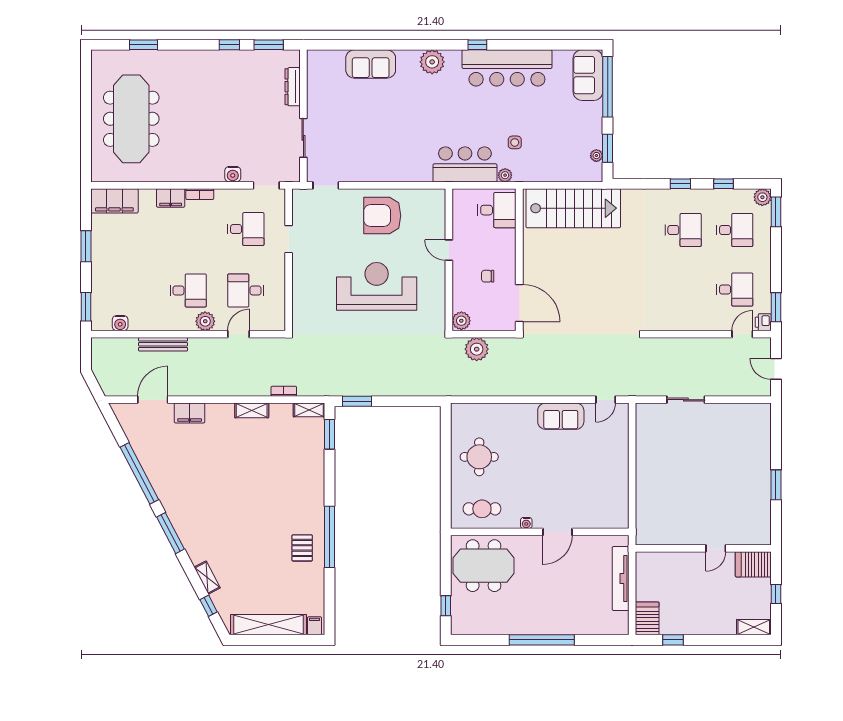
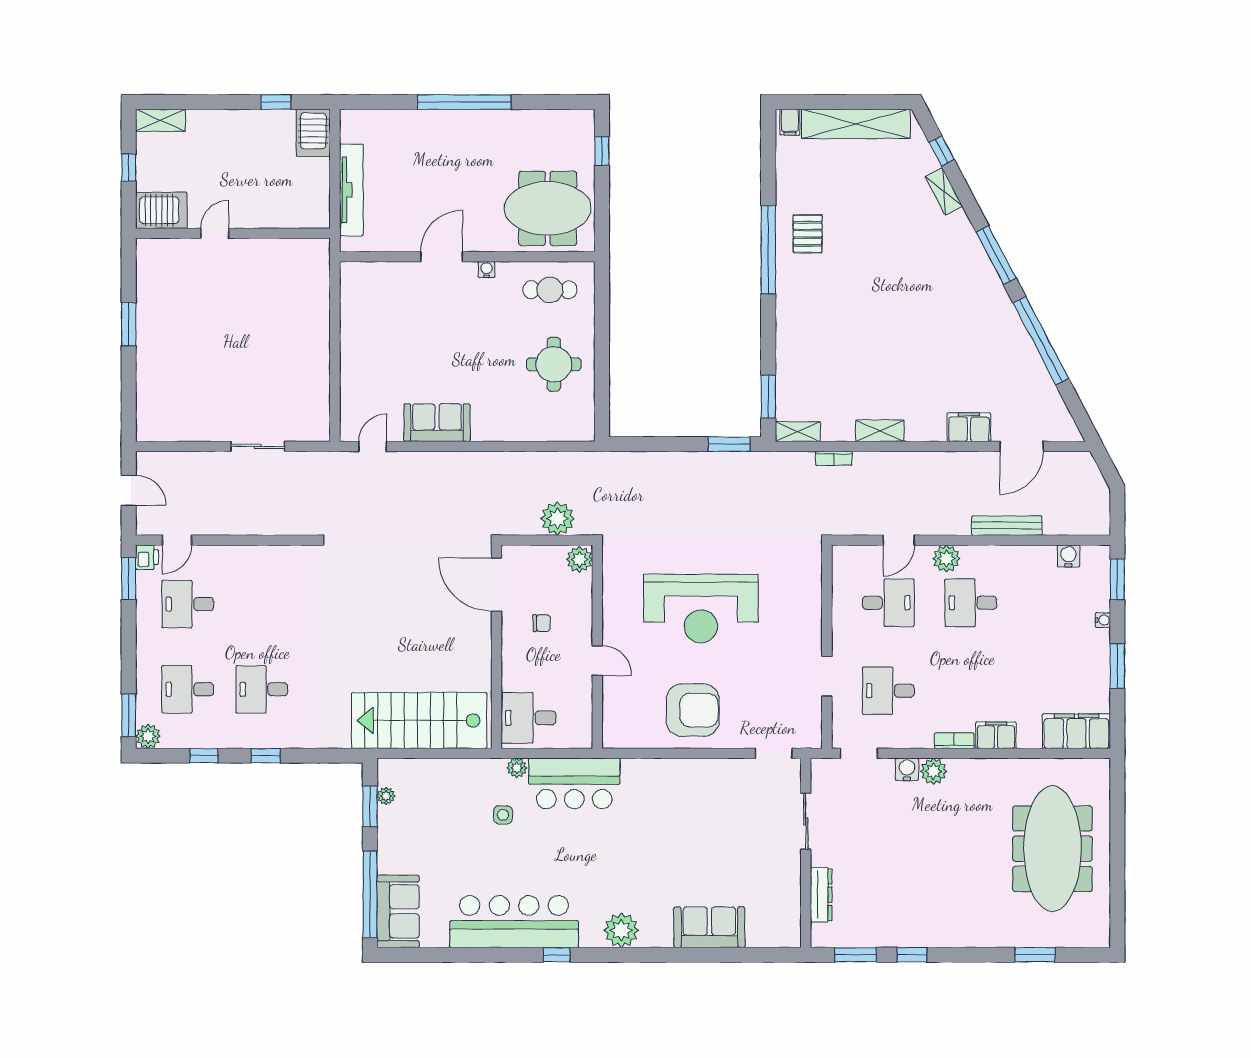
plant: (214, 173) -> (934, 771), added
water cooler: (96, 278) -> (1103, 620), added

